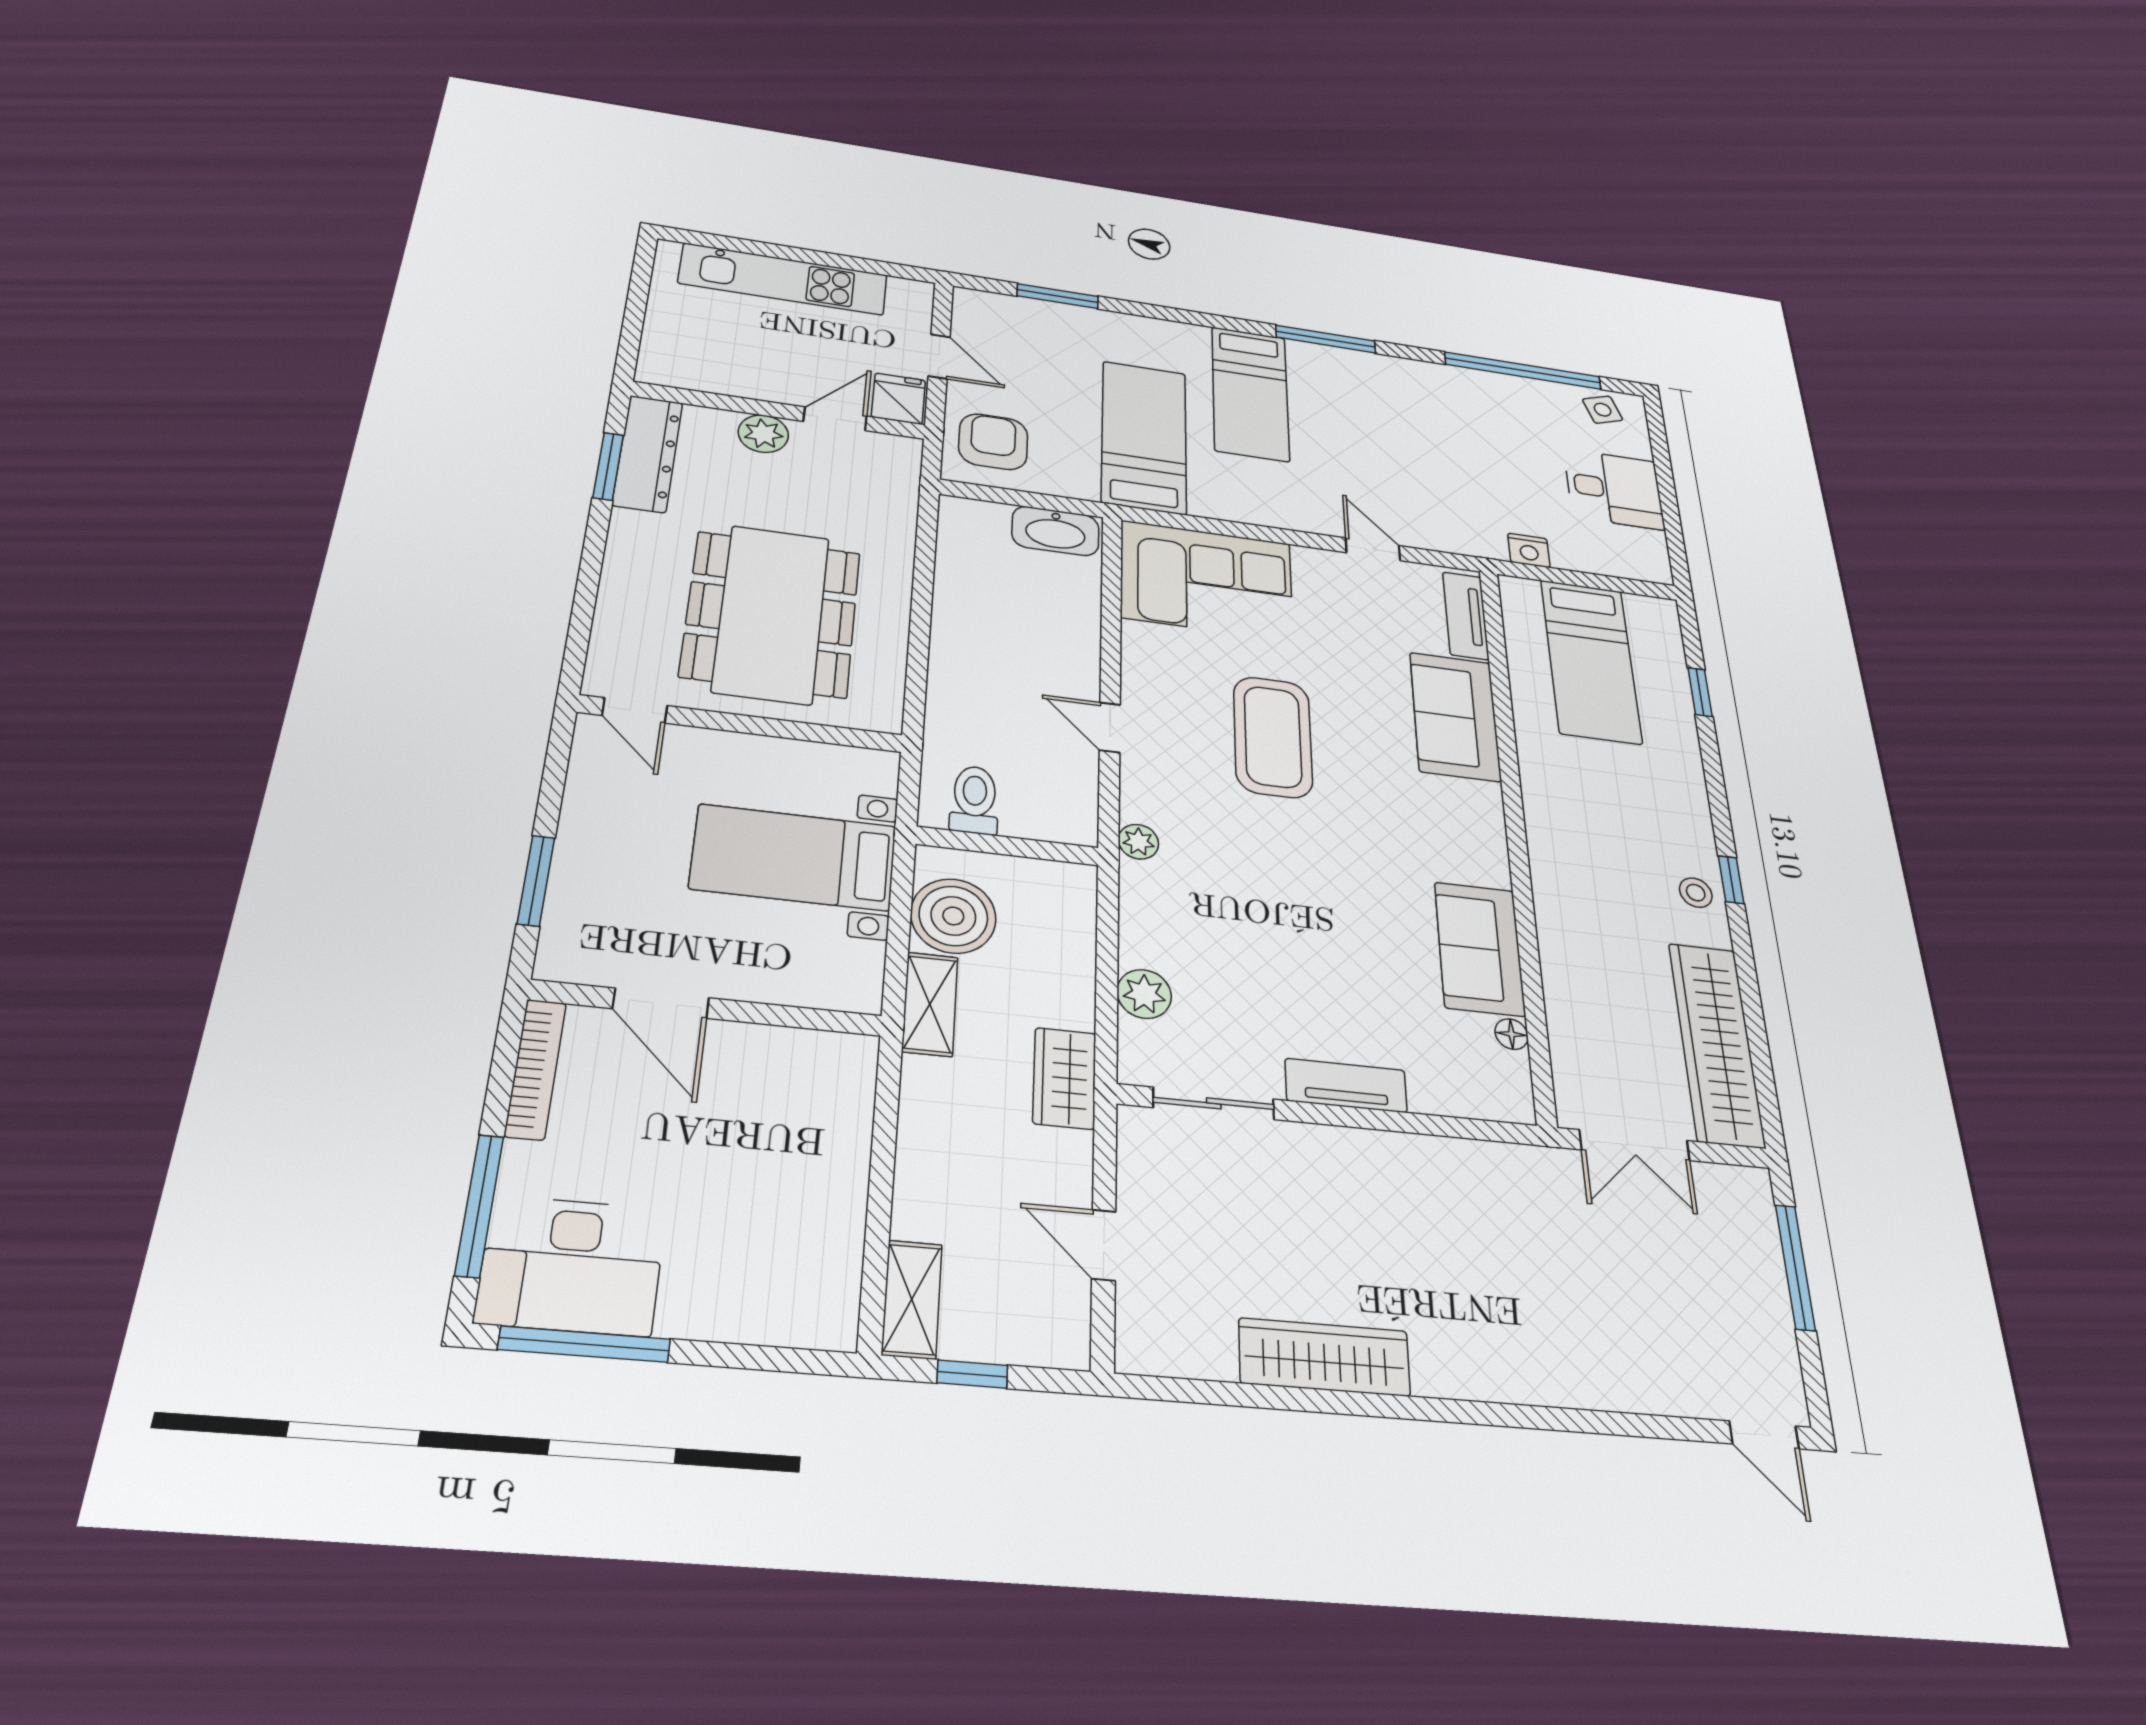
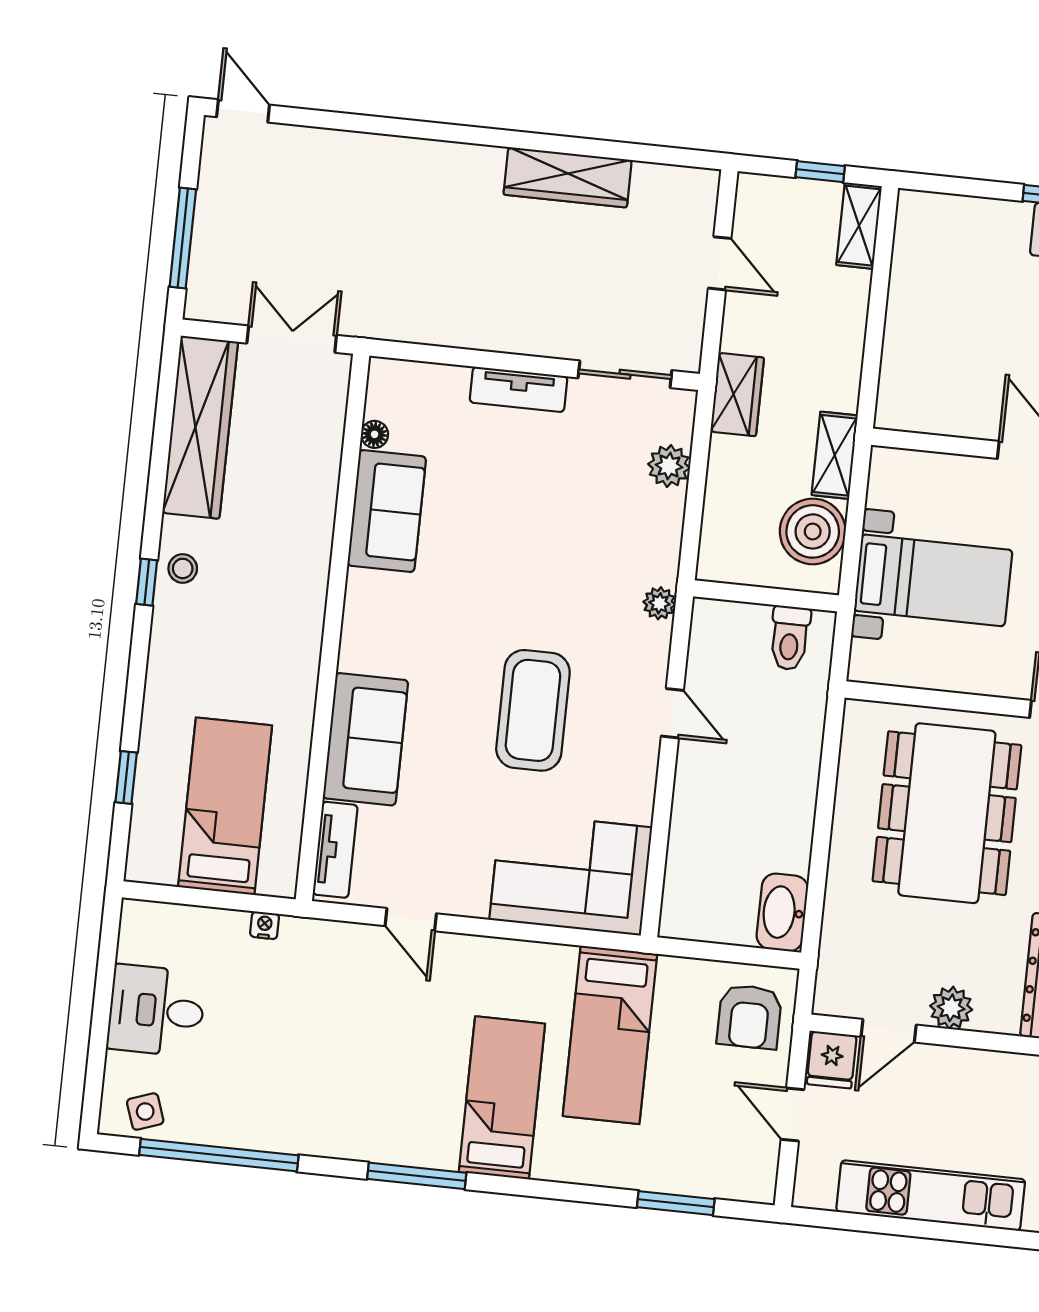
washbasin: (1055, 531) -> (782, 912), moved, turned -90
nightstand: (1529, 550) -> (265, 925), width x0.72, depth x0.74

